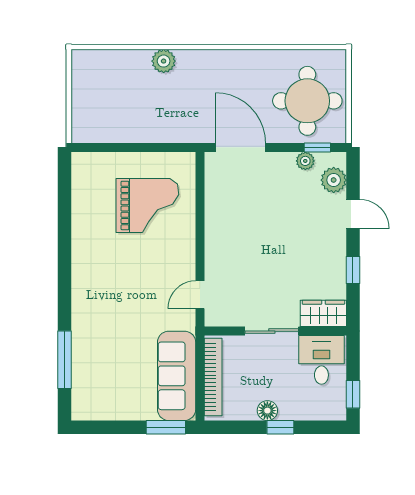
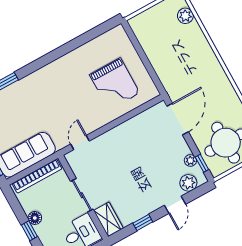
plant: (164, 61) -> (185, 16), moved
door: (200, 295) -> (80, 142), hinge flipped

